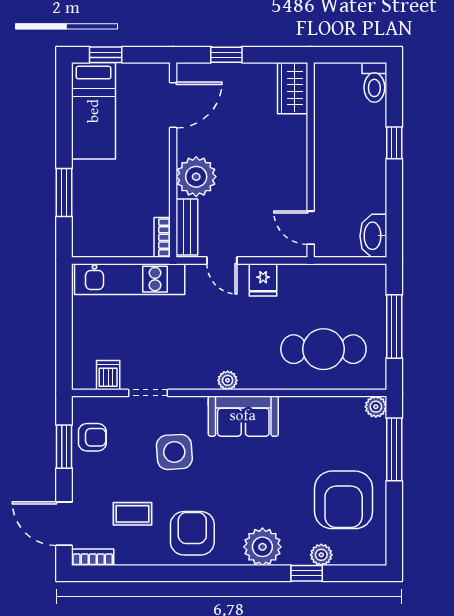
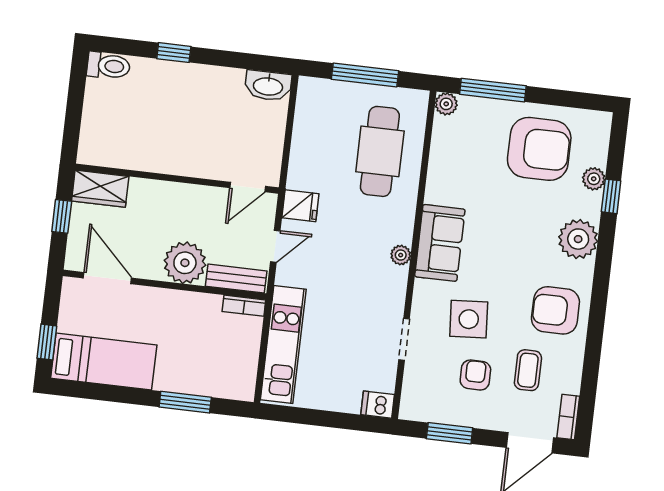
wardrobe: (293, 88) -> (100, 189), moved
wall: (311, 160) -> (177, 179), moved
door: (311, 228) -> (248, 187), moved
dishwasher: (108, 375) -> (378, 405), moved
armchair: (92, 437) -> (475, 375), moved

